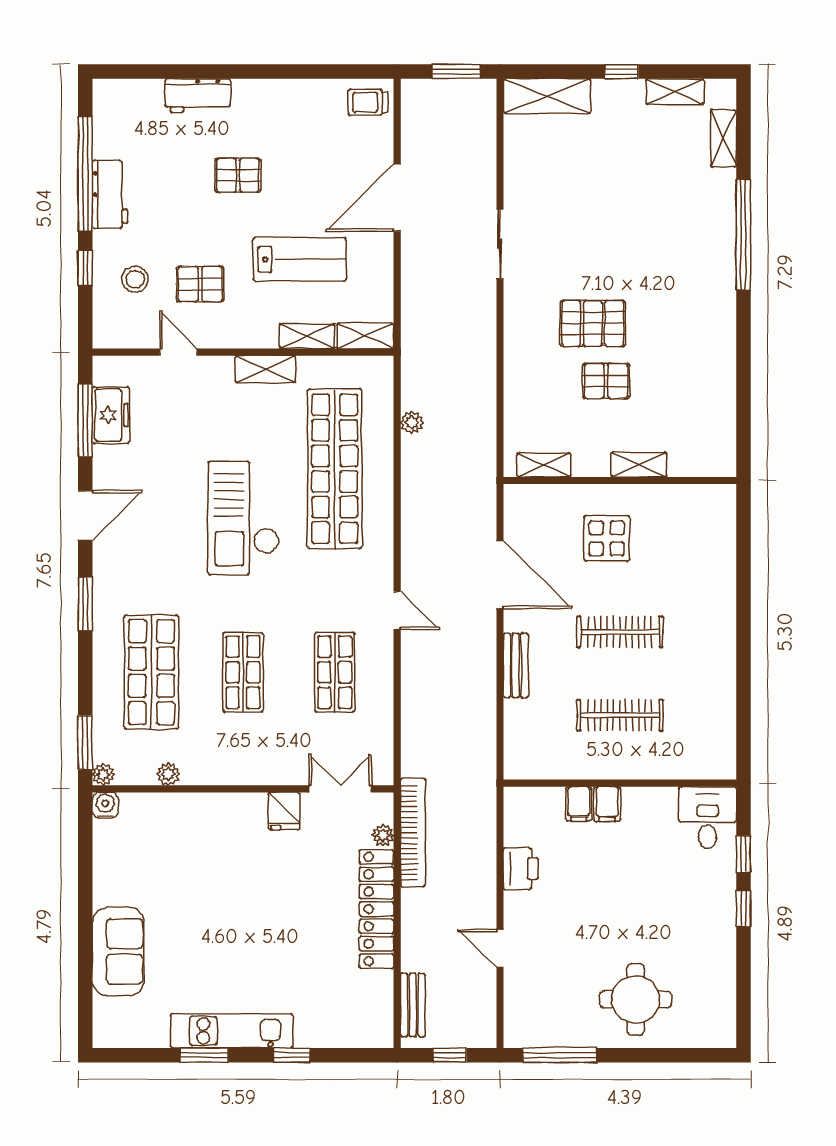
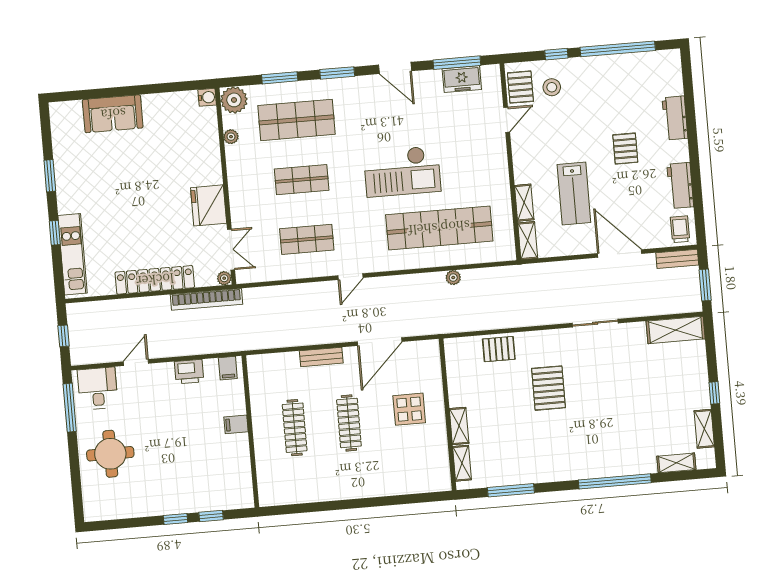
shelving: (547, 96) -> (676, 330), moved, turned 90
workbench: (110, 194) -> (680, 185), moved, turned 90
pallet: (200, 284) -> (520, 87), moved
shelving: (265, 369) -> (500, 177), removed
pallet: (606, 381) -> (499, 349), moved, turned 90
window: (743, 394) -> (511, 490), added
plant: (412, 423) -> (453, 278), moved
shelving: (544, 465) -> (462, 463), moved
checkout: (244, 518) -> (402, 171), turned 180
window: (85, 742) -> (280, 78), moved
plant: (103, 774) -> (234, 100), width x1.87, depth x1.87
filing cabinet: (579, 804) -> (228, 368), moved, turned -90
fridge: (284, 811) -> (209, 205), width x1.88, depth x1.34
desk: (708, 818) -> (98, 388), moved, turned -90
plant: (383, 835) -> (224, 278), moved
bench: (413, 1005) -> (677, 259), moved
kitchen unit: (231, 1031) -> (73, 254), moved

